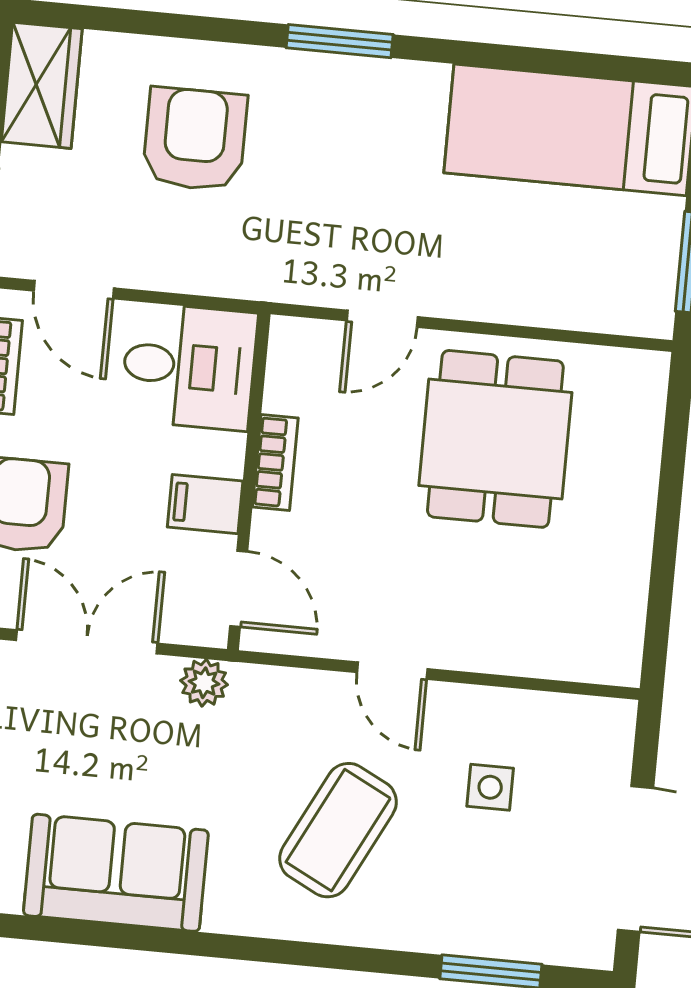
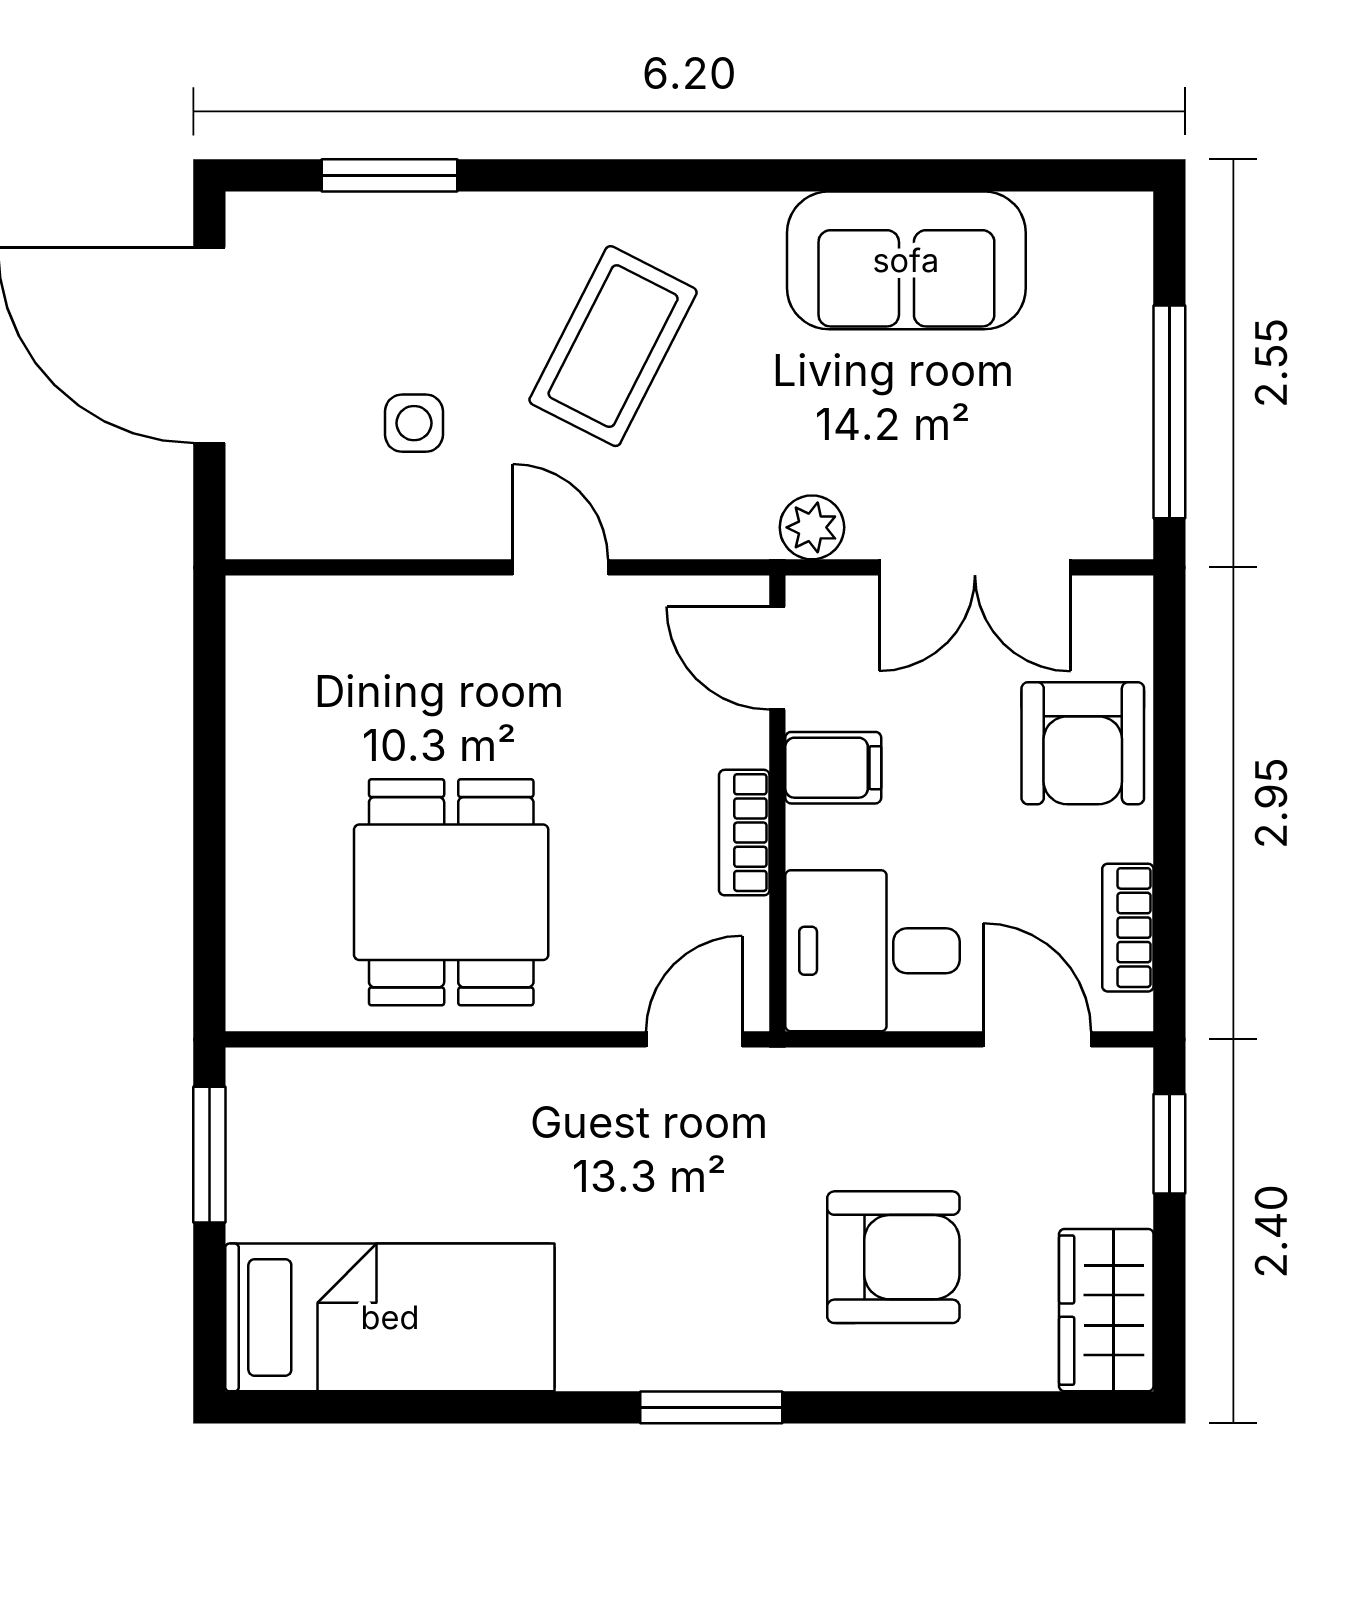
armchair: (195, 139) -> (893, 1257), turned -90
door: (382, 319) -> (694, 1039), moved

